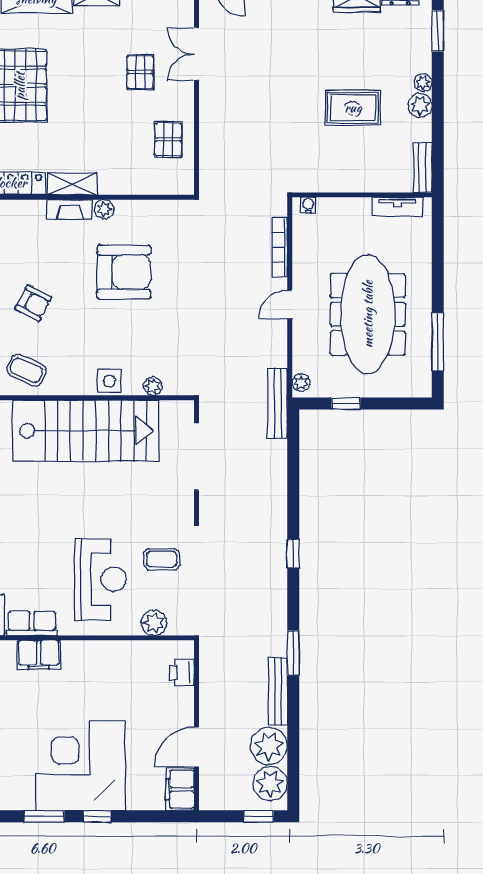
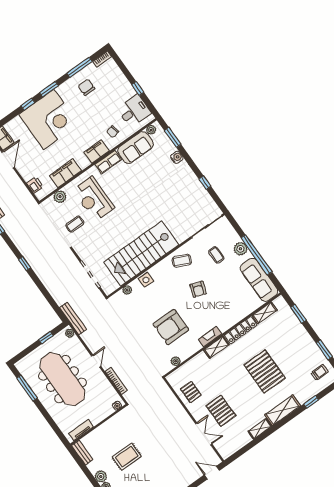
pallet: (140, 72) -> (221, 411), width x1.50, depth x1.42
plant: (104, 209) -> (176, 361), moved
armchair: (33, 303) -> (198, 289), turned -99
filing cabinet: (117, 656) -> (65, 173), added

